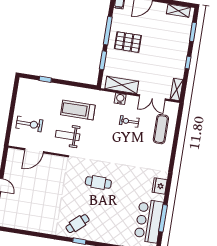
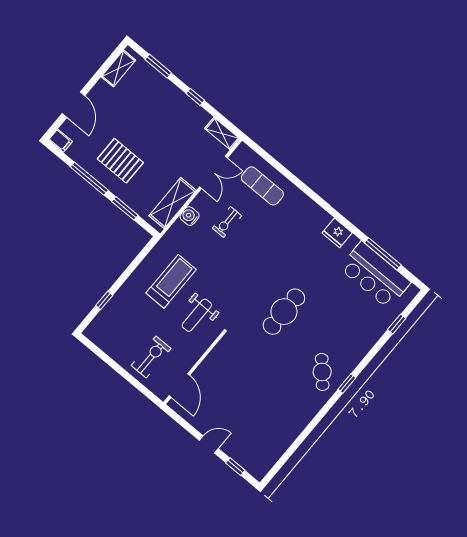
pallet: (128, 42) -> (120, 161), turned 90
treadmill: (78, 110) -> (171, 281), turned 180
door: (34, 151) -> (179, 385), moved
cafe table: (98, 183) -> (284, 312), width x1.37, depth x1.35

